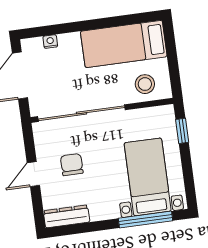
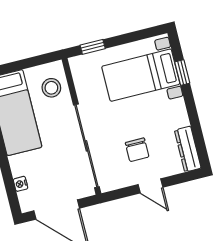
chair: (72, 165) -> (137, 150), turned -90
window: (146, 219) -> (182, 73), width x0.46

